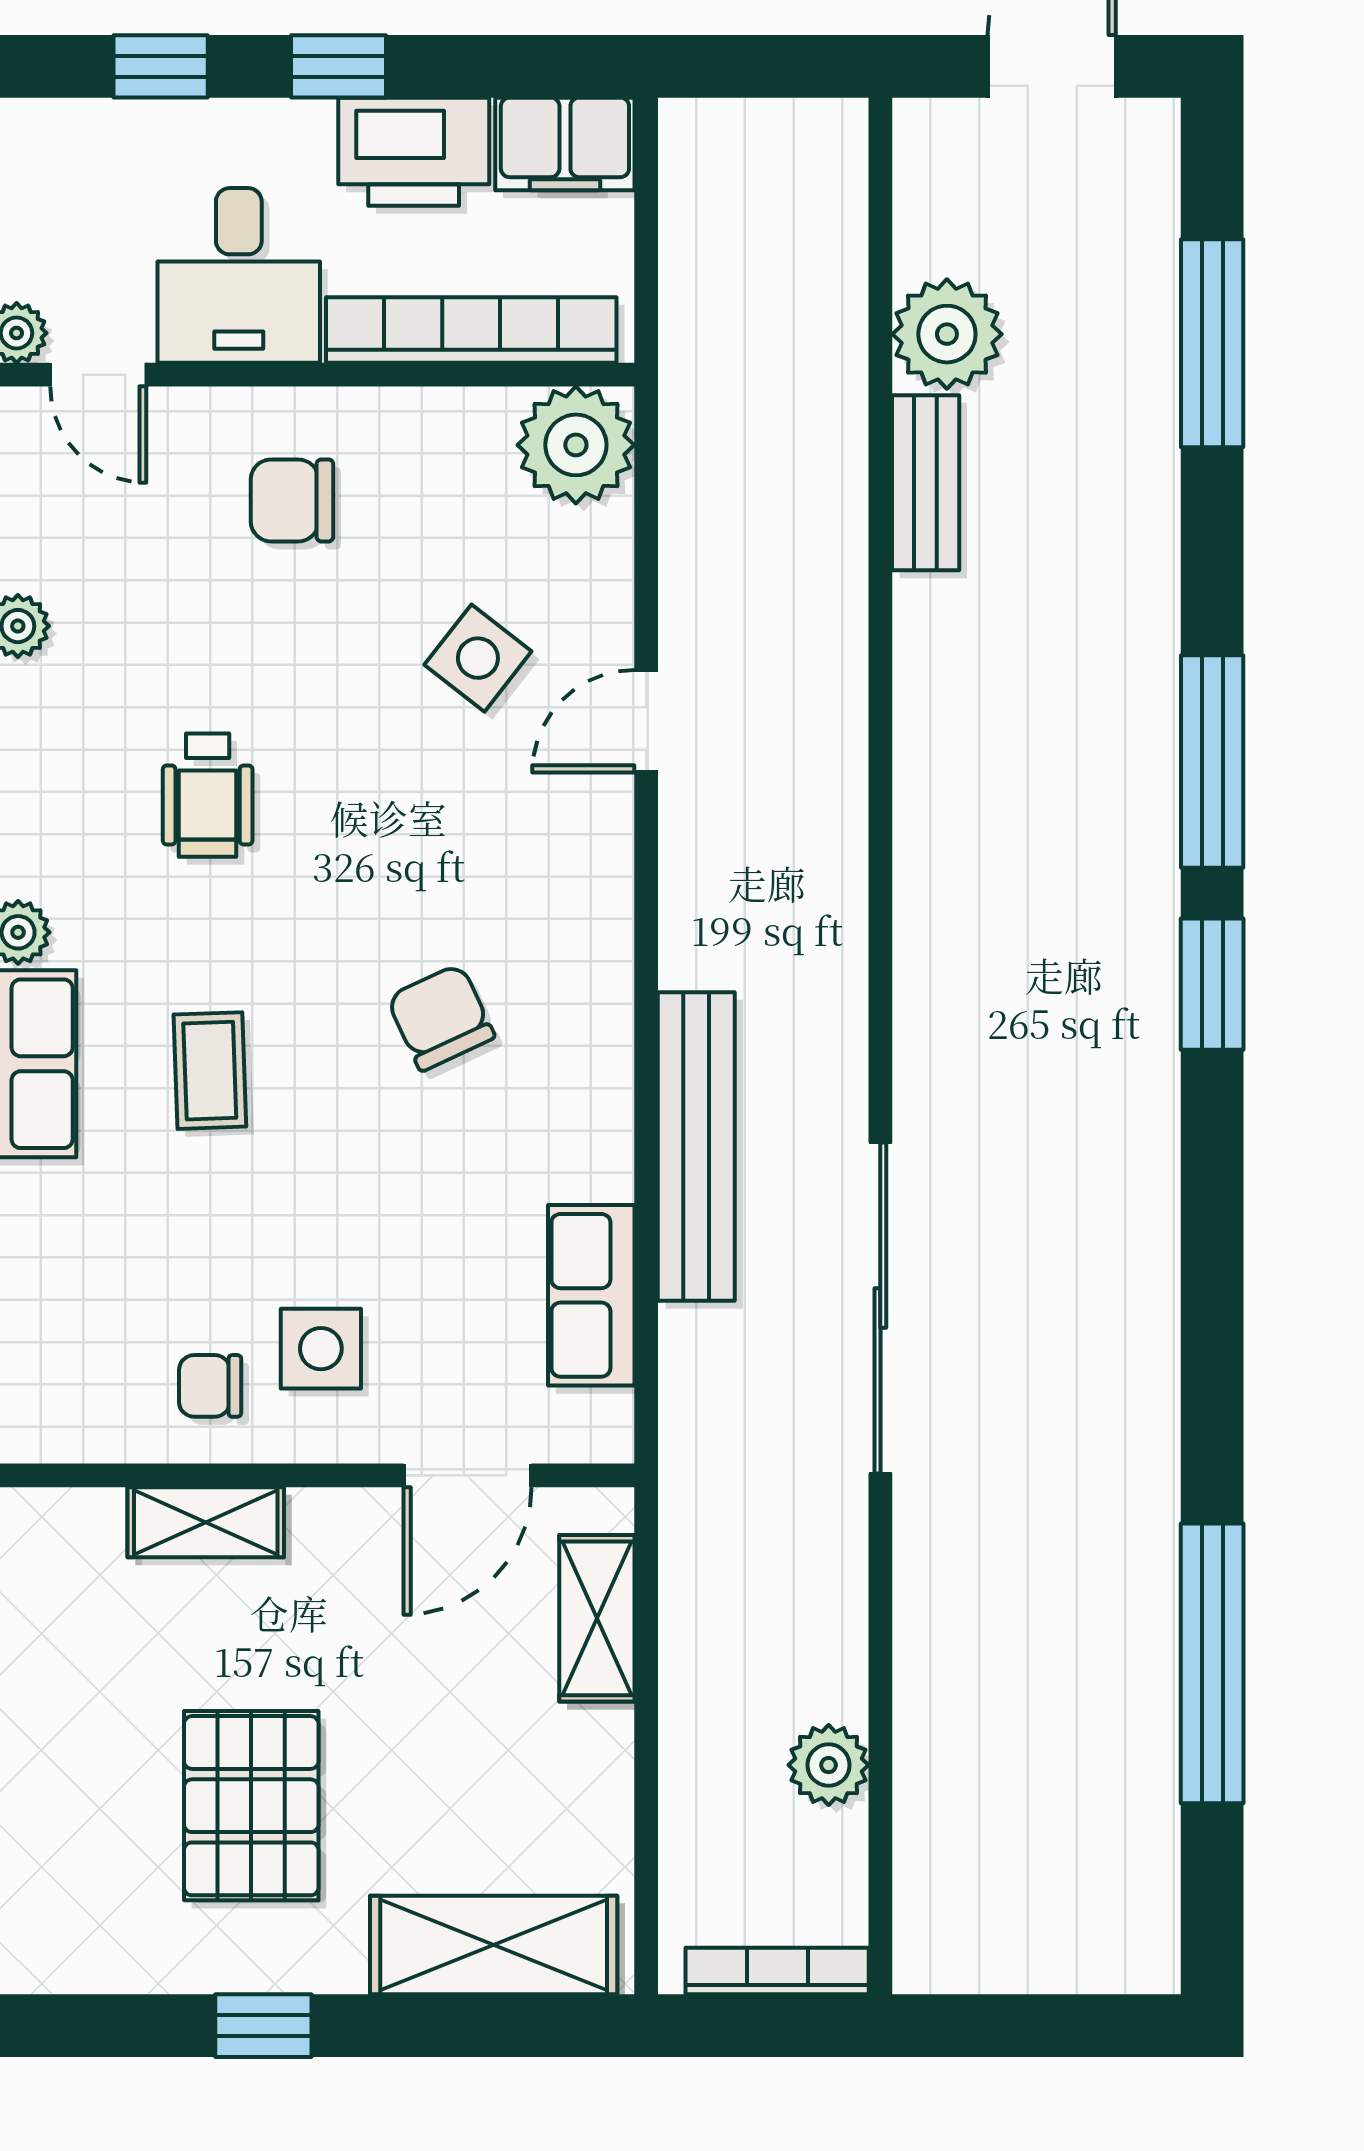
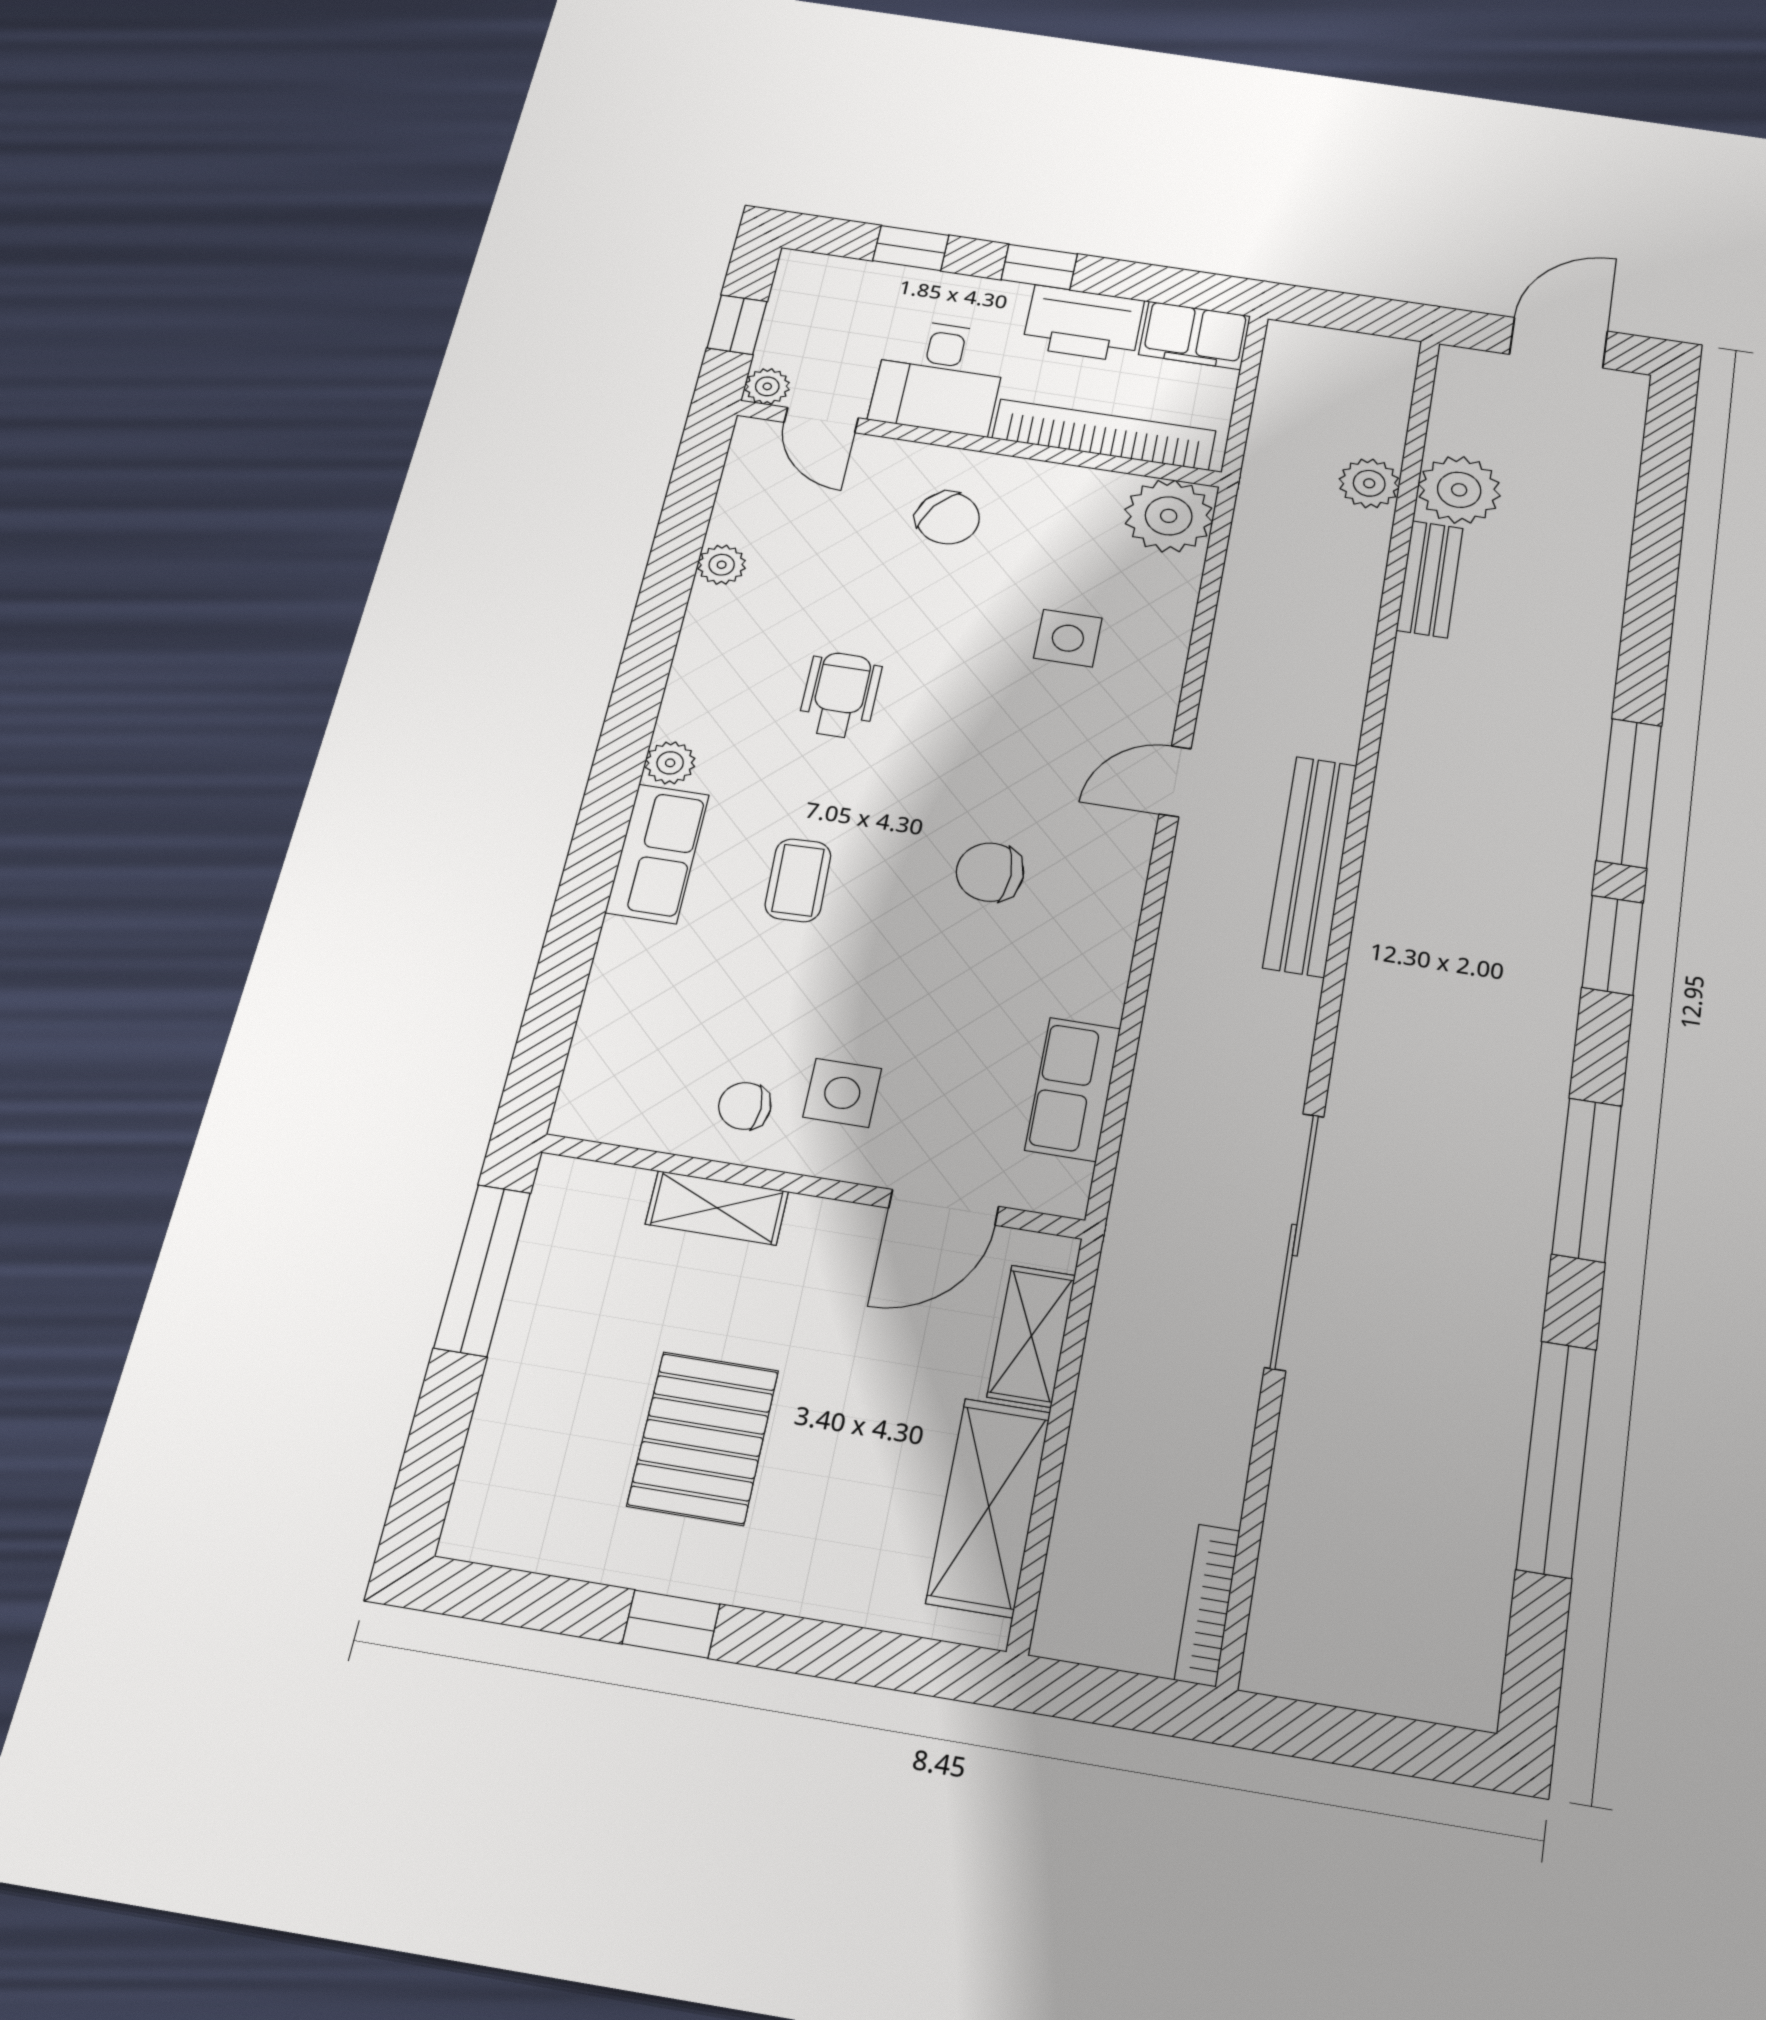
window: (1212, 343) -> (1587, 1179), moved
chair: (292, 500) -> (948, 518), turned -145
side table: (478, 658) -> (1068, 638), turned -38
door: (646, 721) -> (1175, 781), moved
wheelchair: (208, 795) -> (840, 695), turned 180
chair: (441, 1017) -> (990, 872), turned -65
bench: (696, 1146) -> (1310, 865), moved
sliding door: (880, 1308) -> (1295, 1240), moved
plant: (829, 1765) -> (1369, 483), moved
shelving: (494, 1945) -> (989, 1507), moved, turned 90
bookcase: (777, 1971) -> (1207, 1605), moved, turned -90

